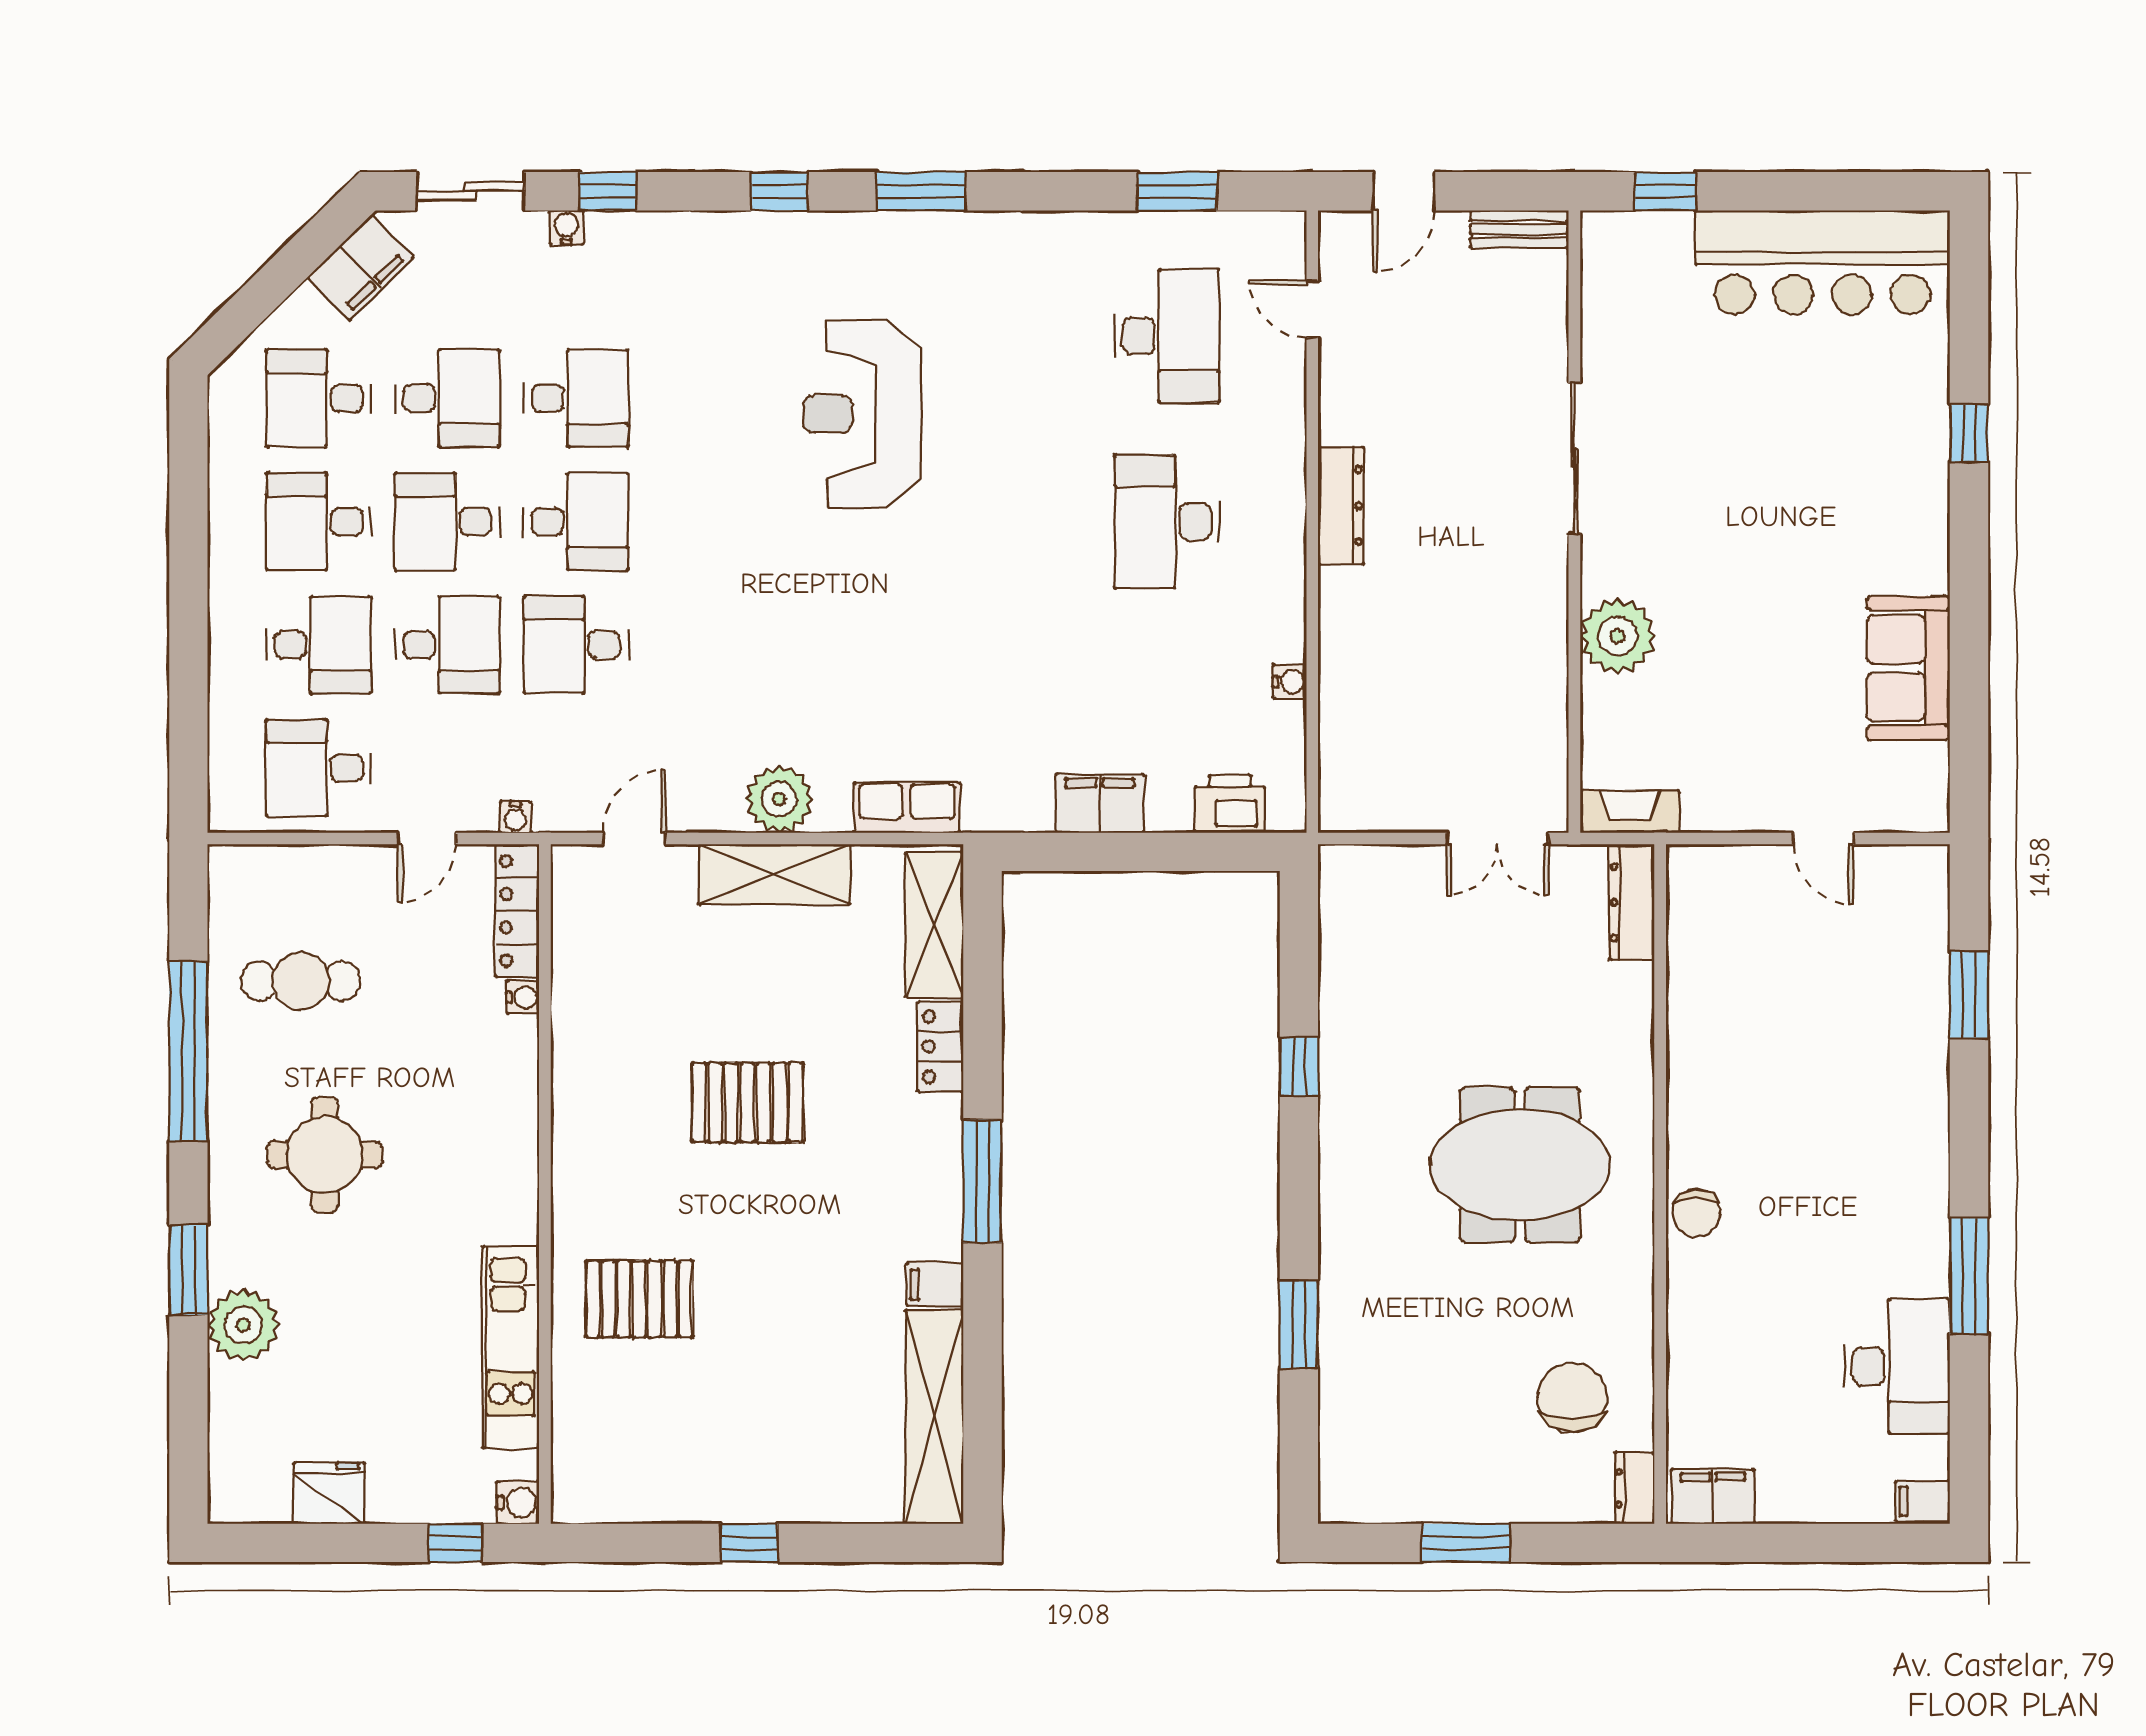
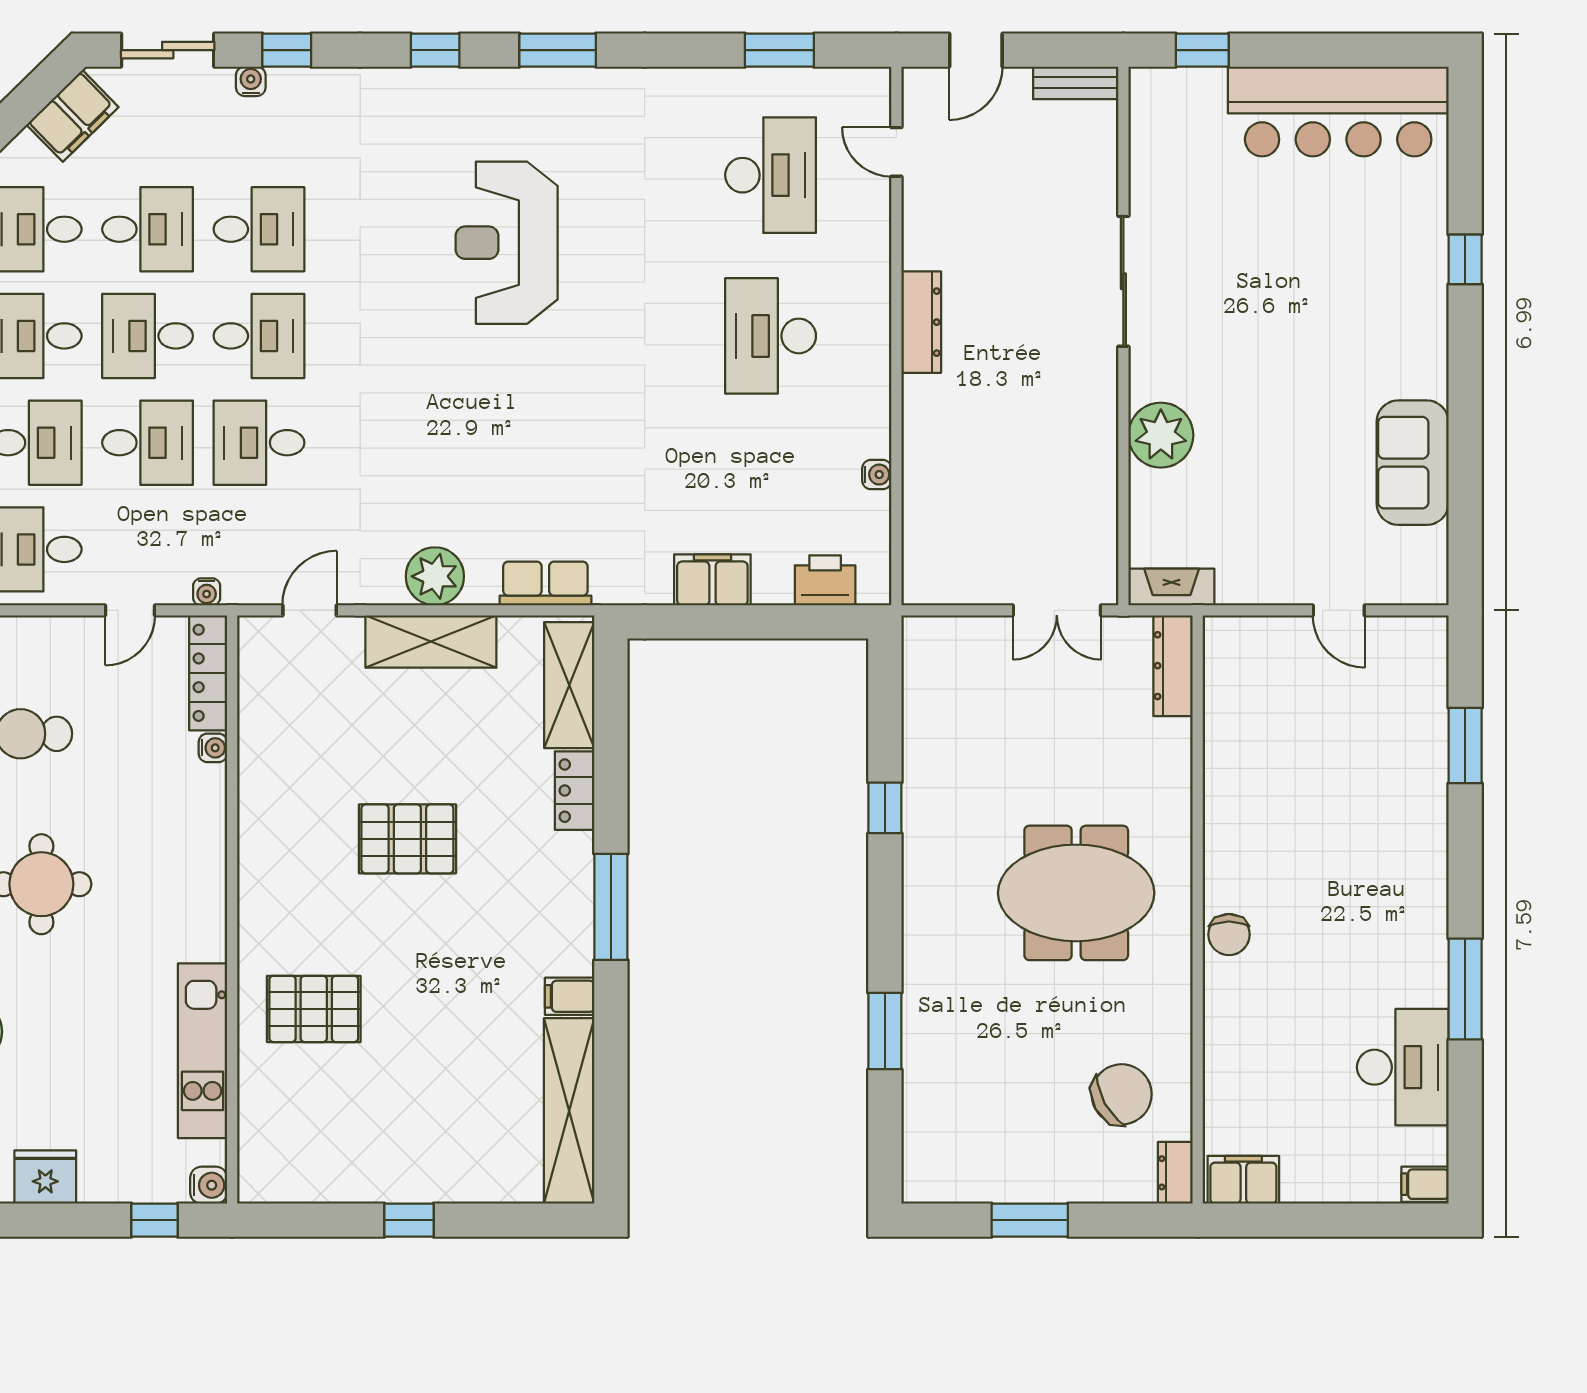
chair: (1572, 1397) -> (1122, 1094), turned 61

